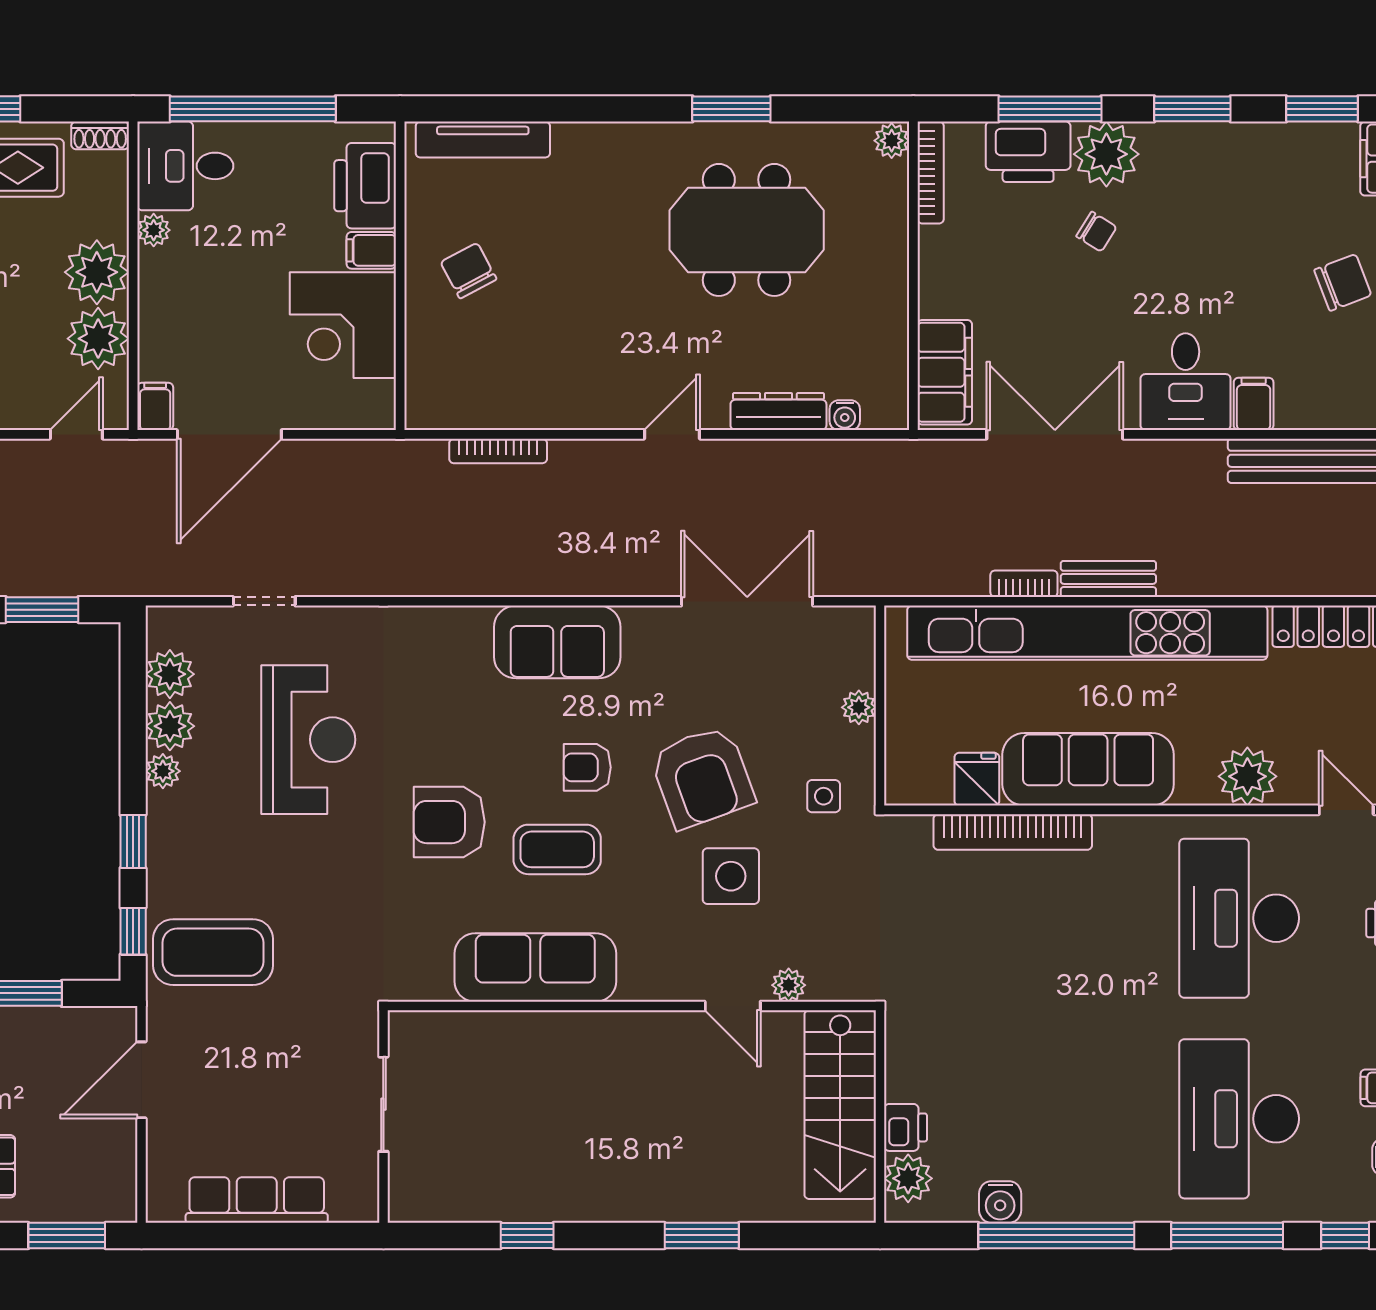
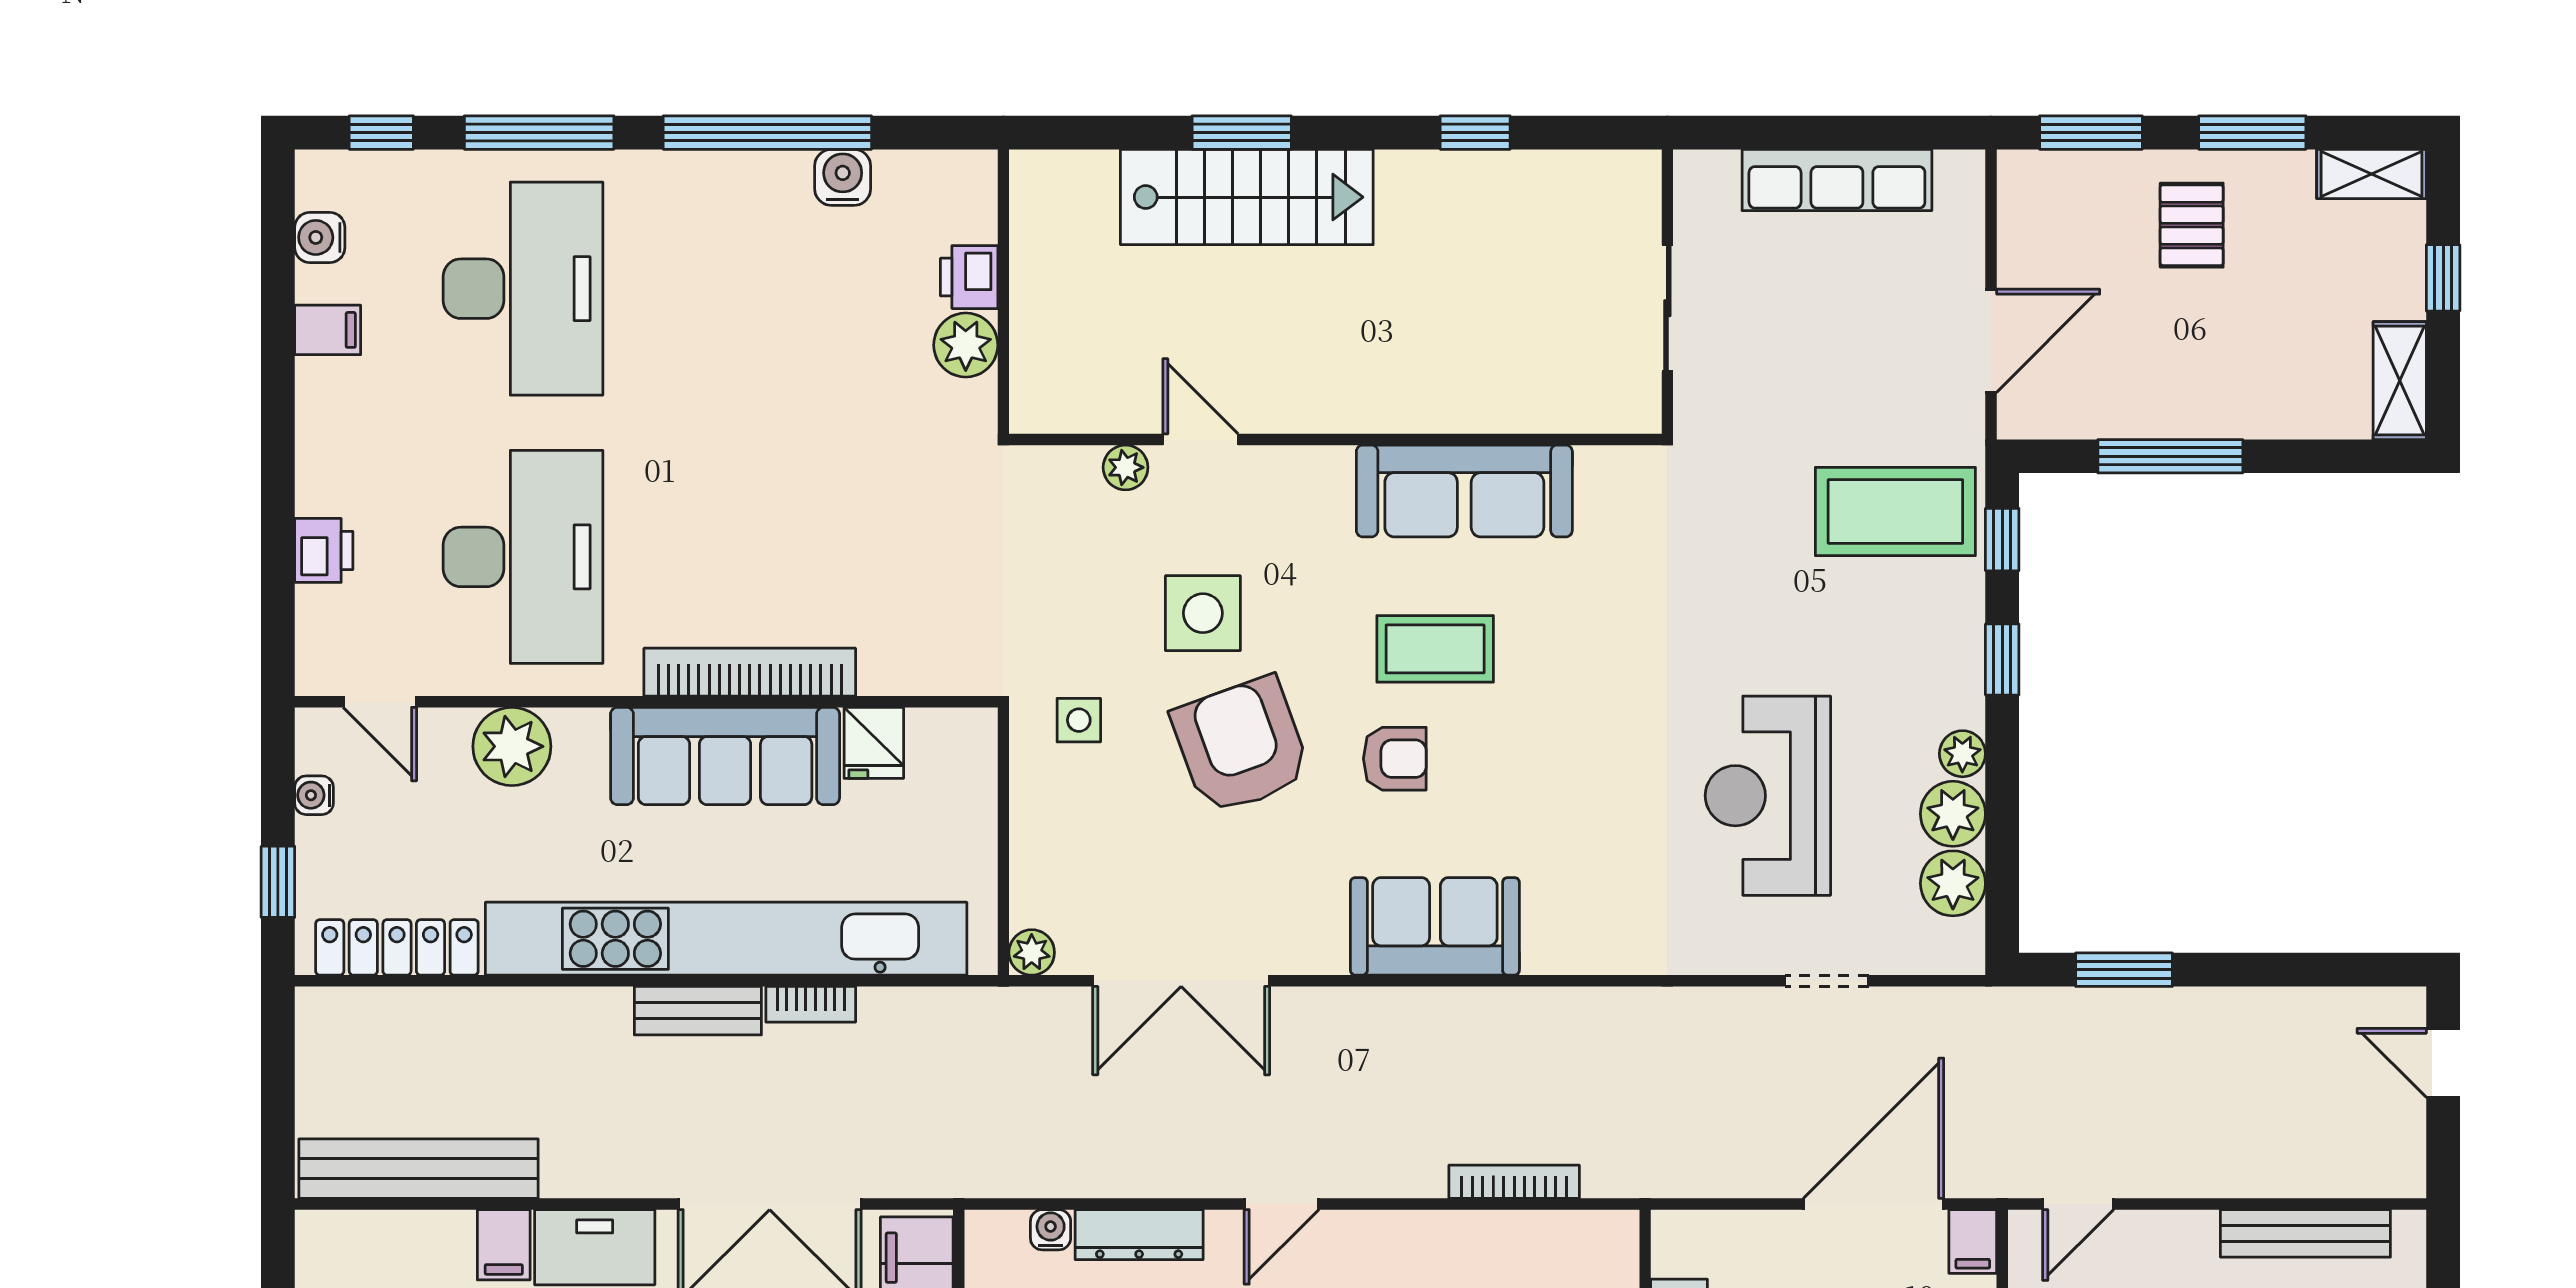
plant: (859, 707) -> (1032, 952), moved
armchair: (449, 822) -> (1579, 686), removed
bookcase: (1013, 832) -> (750, 672), moved
stairs: (840, 1105) -> (1247, 197), moved, turned 90
plant: (908, 1178) -> (966, 345), moved

